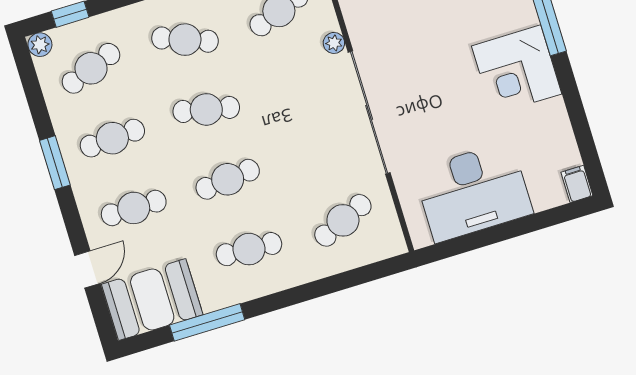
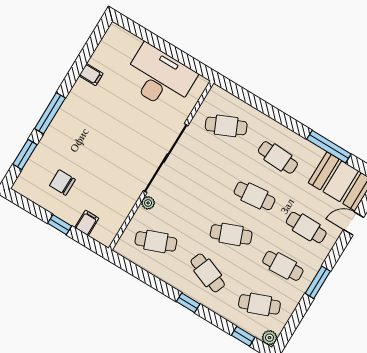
corner desk: (517, 70) -> (86, 108), removed
cafe table: (206, 109) -> (231, 234), turned -33
filing cabinet: (577, 184) -> (91, 75), moved, turned -90

